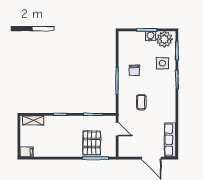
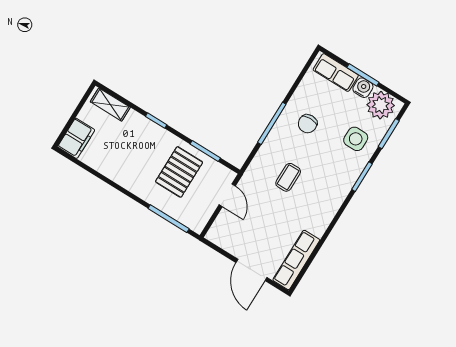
row of seats: (133, 37) -> (336, 73), added
pallet: (92, 143) -> (179, 172), moved
filing cabinet: (27, 152) -> (76, 138), width x2.00

